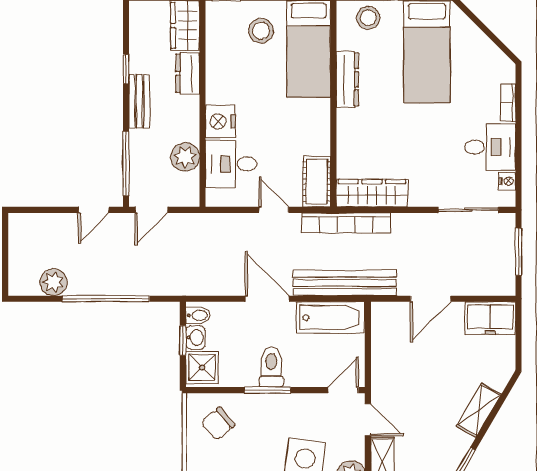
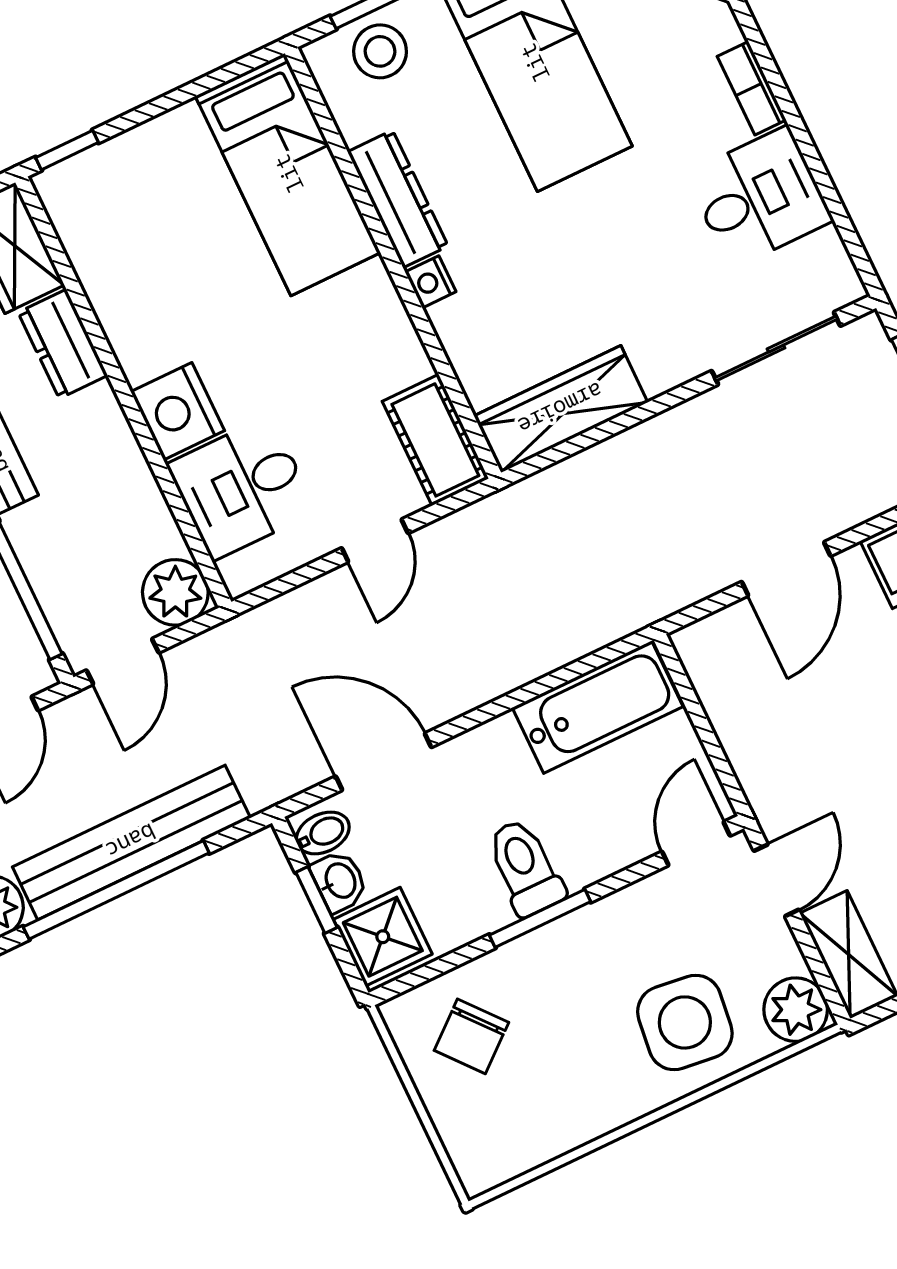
stool: (261, 31) -> (172, 184), removed
plant: (185, 157) -> (175, 592), moved
nightstand: (507, 181) -> (430, 282), moved, turned 180
door: (274, 210) -> (375, 541), swing flipped
bookcase: (346, 223) -> (537, 496), removed
bench: (345, 283) -> (131, 842), moved
door: (267, 299) -> (384, 762), moved
door: (368, 420) -> (776, 880), hinge flipped

